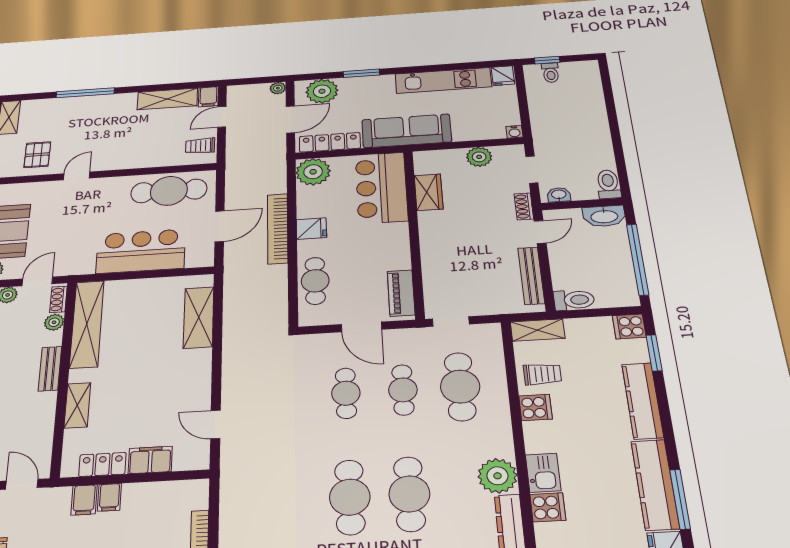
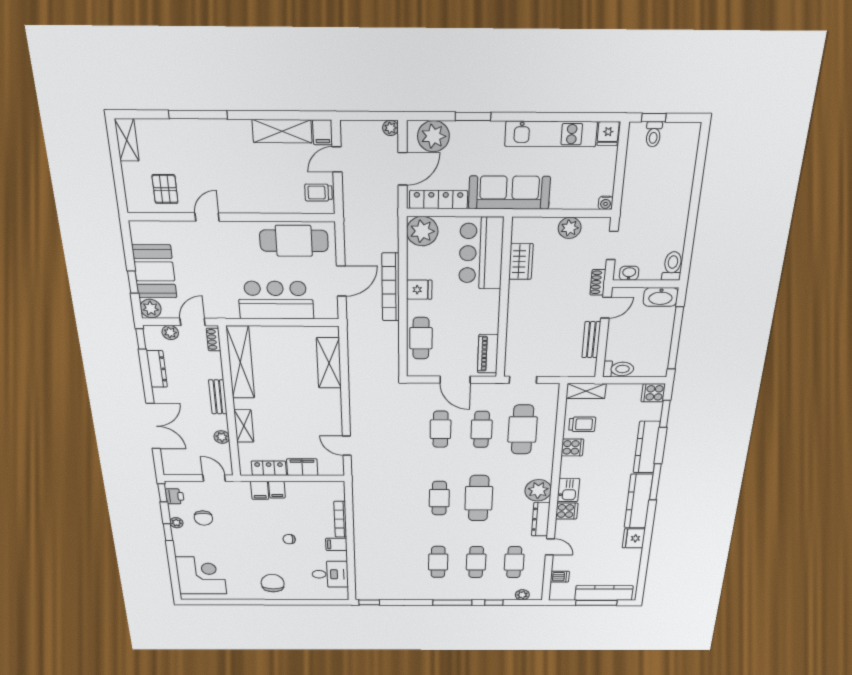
bench: (531, 276) -> (591, 340), width x0.73
plant: (54, 322) -> (222, 437), moved
cafe table: (350, 497) -> (439, 498), width x0.73, depth x0.74
window: (680, 499) -> (655, 482), moved

